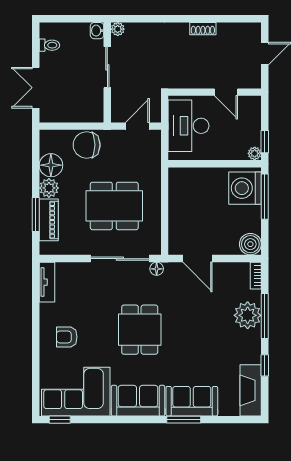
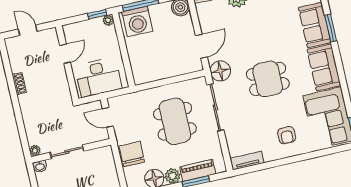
chair: (87, 145) -> (132, 154), turned 180
floor lamp: (157, 269) -> (220, 71), width x1.89, depth x1.89

